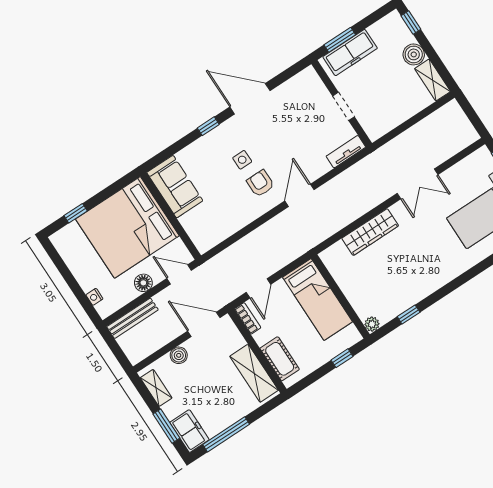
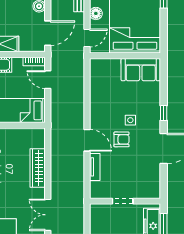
tv unit: (346, 152) -> (95, 167), moved
armchair: (260, 183) -> (121, 139), moved

